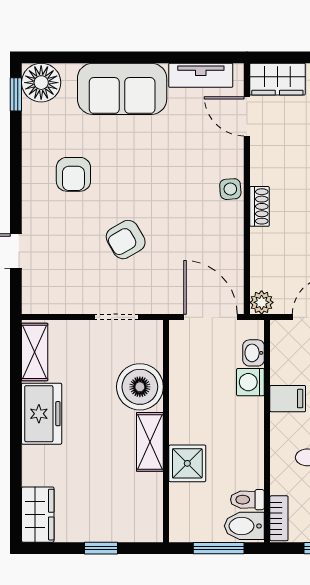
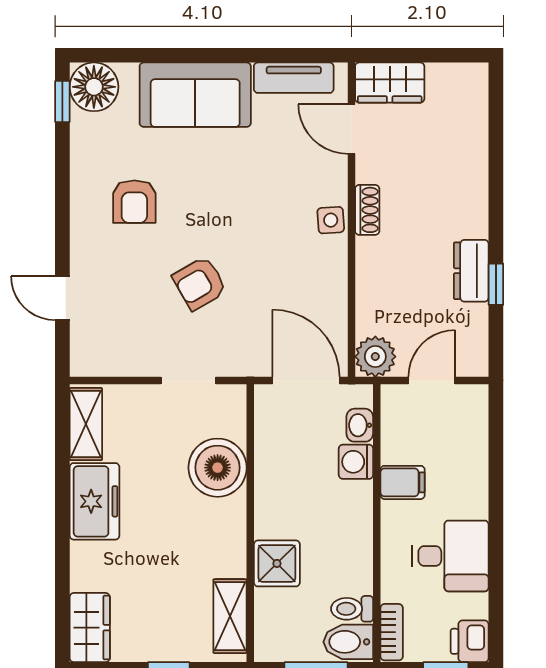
shoe rack: (259, 206) -> (367, 210), moved
plant: (262, 302) -> (375, 357), width x1.38, depth x1.38
shelving: (150, 442) -> (230, 616), moved

